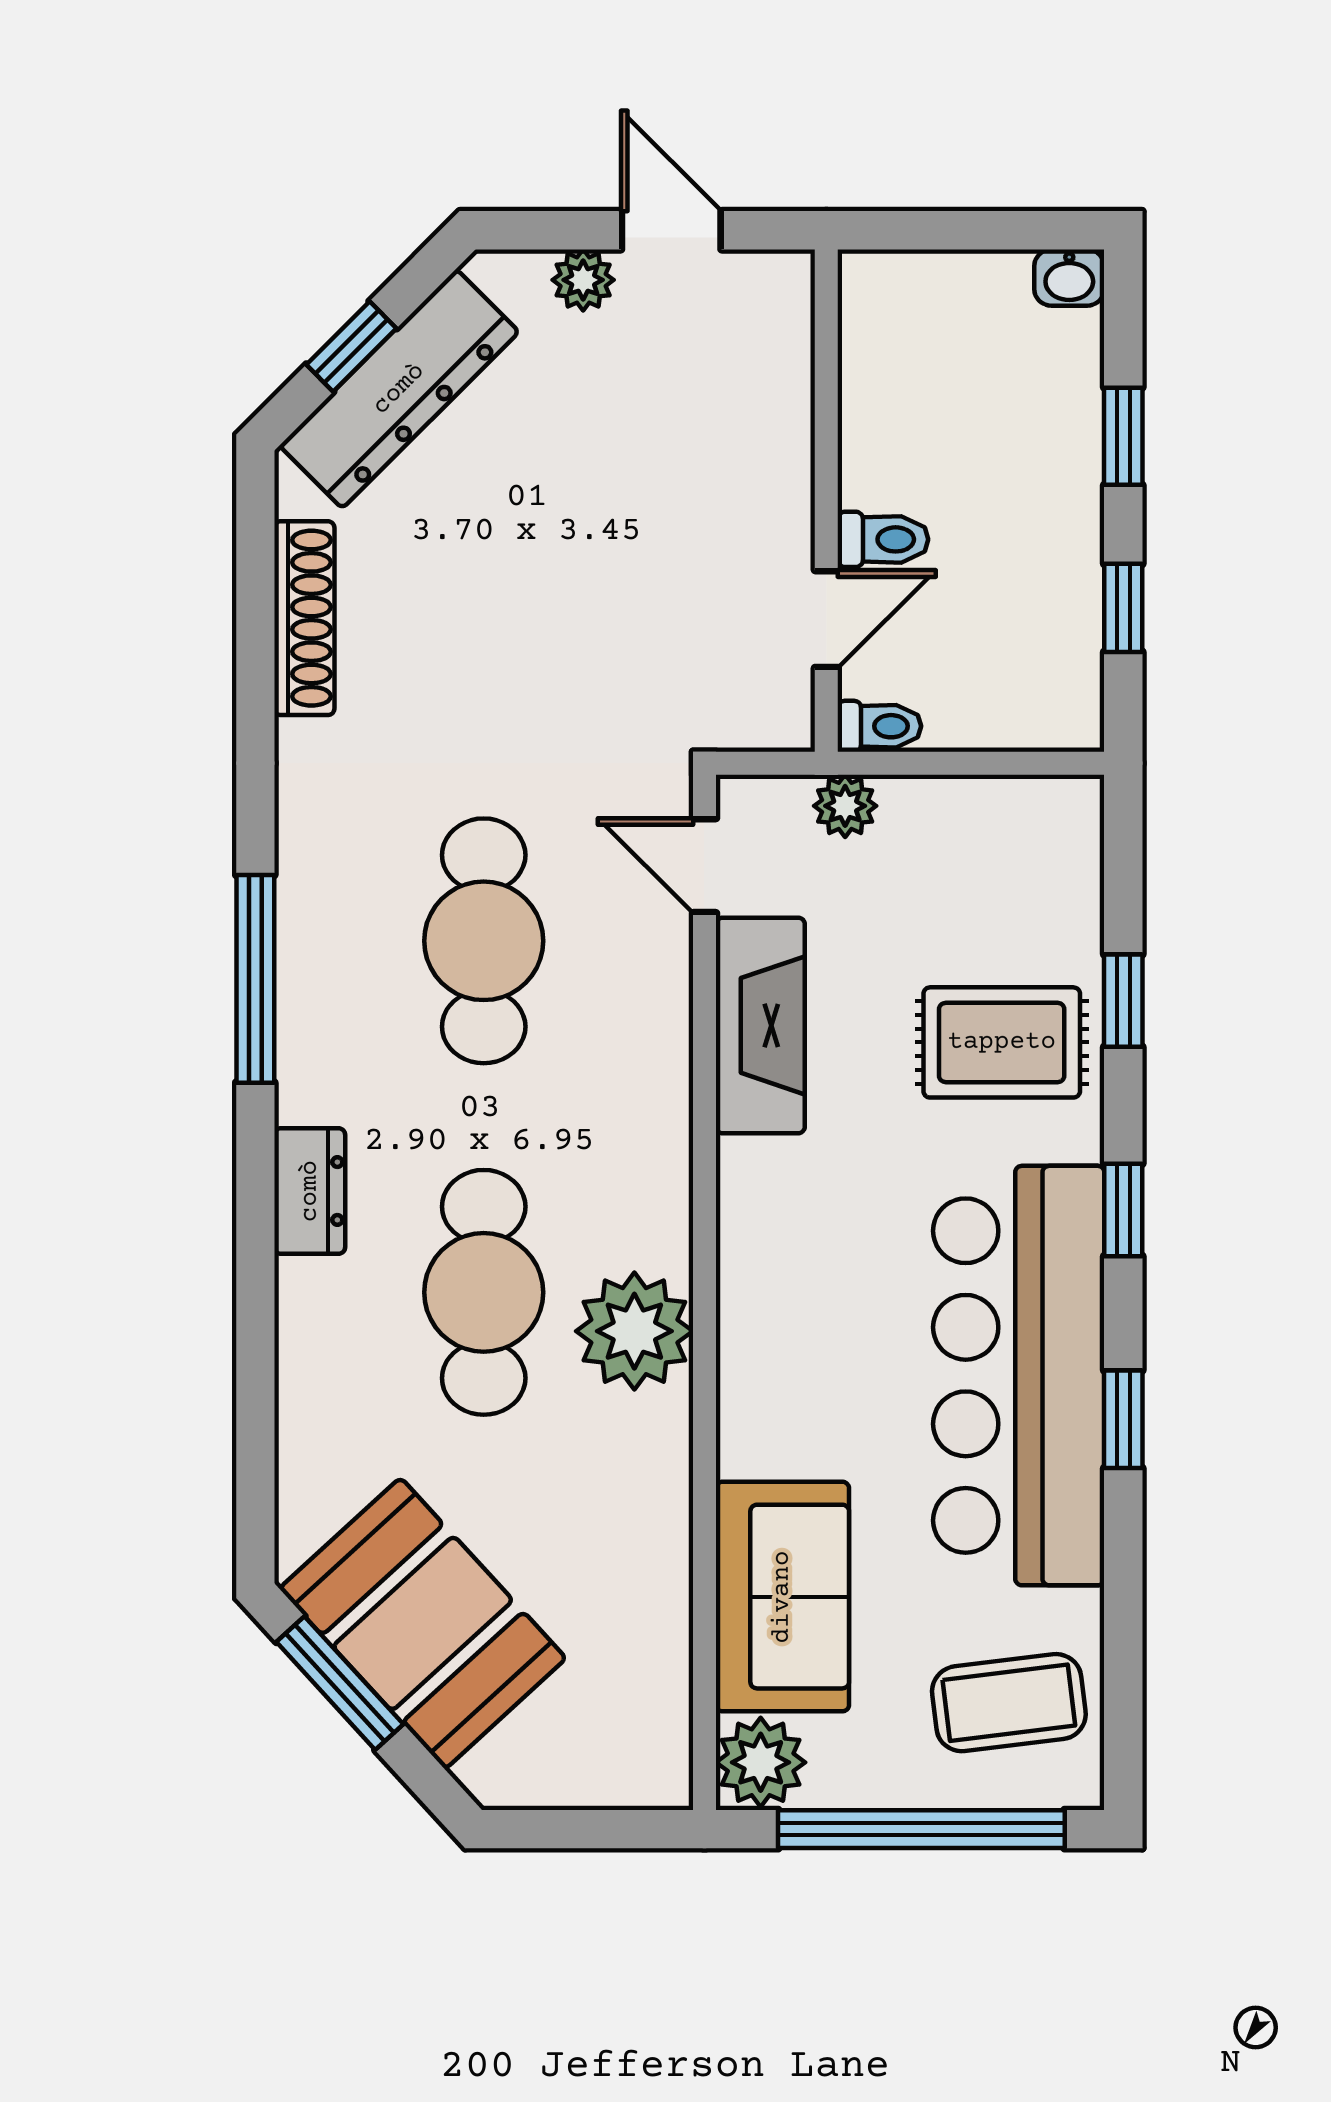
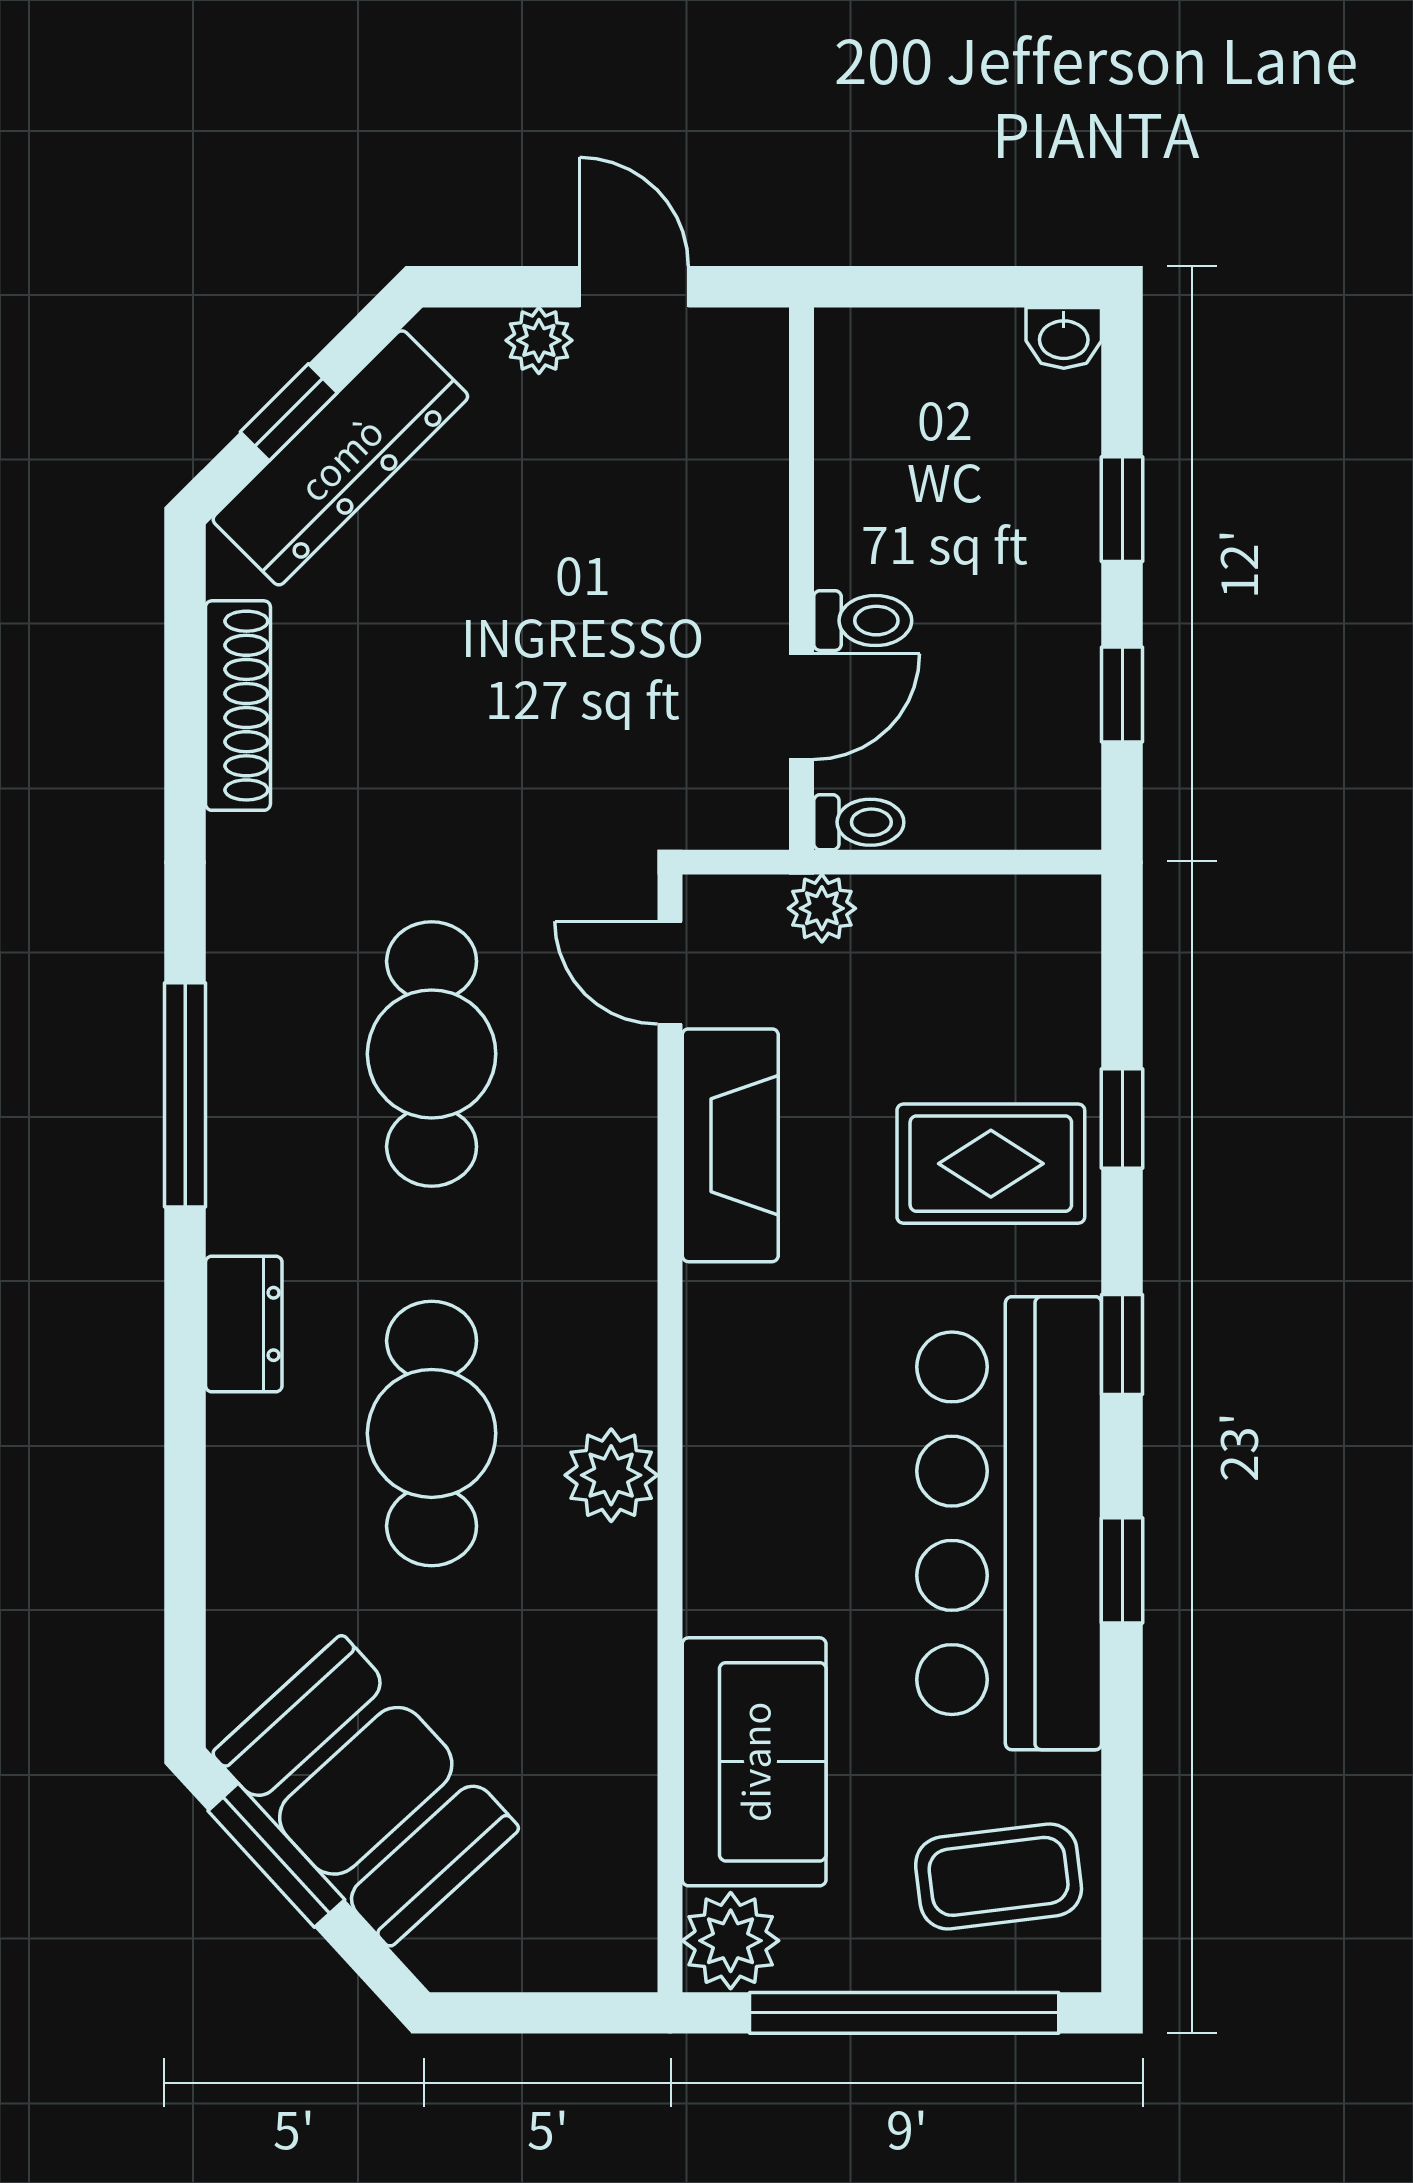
plant: (634, 1331) -> (611, 1475), width x0.73, depth x0.73

